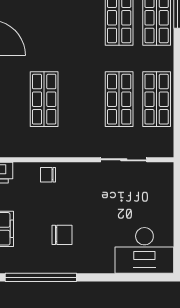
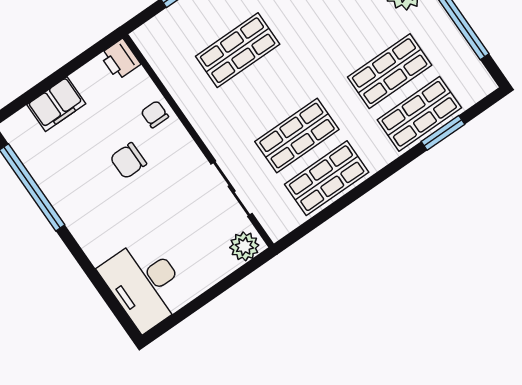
plant: (163, 176) -> (244, 246), added
chair: (62, 235) -> (128, 161), moved, turned 90

